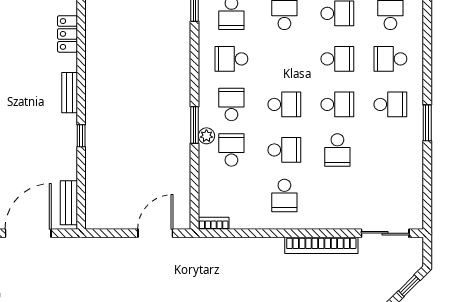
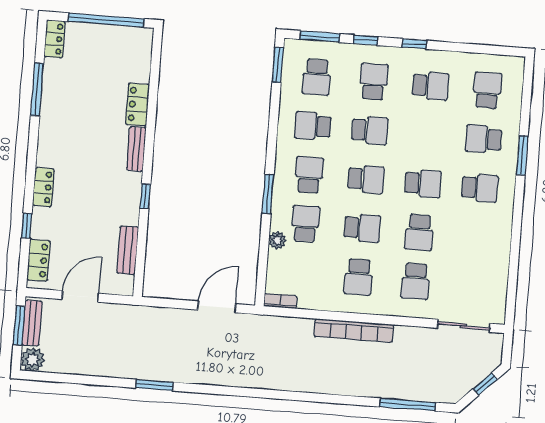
locker: (67, 34) -> (138, 104), moved
school desk: (337, 59) -> (370, 130), moved
window: (427, 123) -> (522, 155), moved
plant: (206, 136) -> (277, 240), moved
school desk: (337, 195) -> (415, 281), added
bench: (69, 203) -> (128, 250), moved
door: (28, 233) -> (80, 296), width x0.73
bookcase: (321, 245) -> (354, 330), moved

